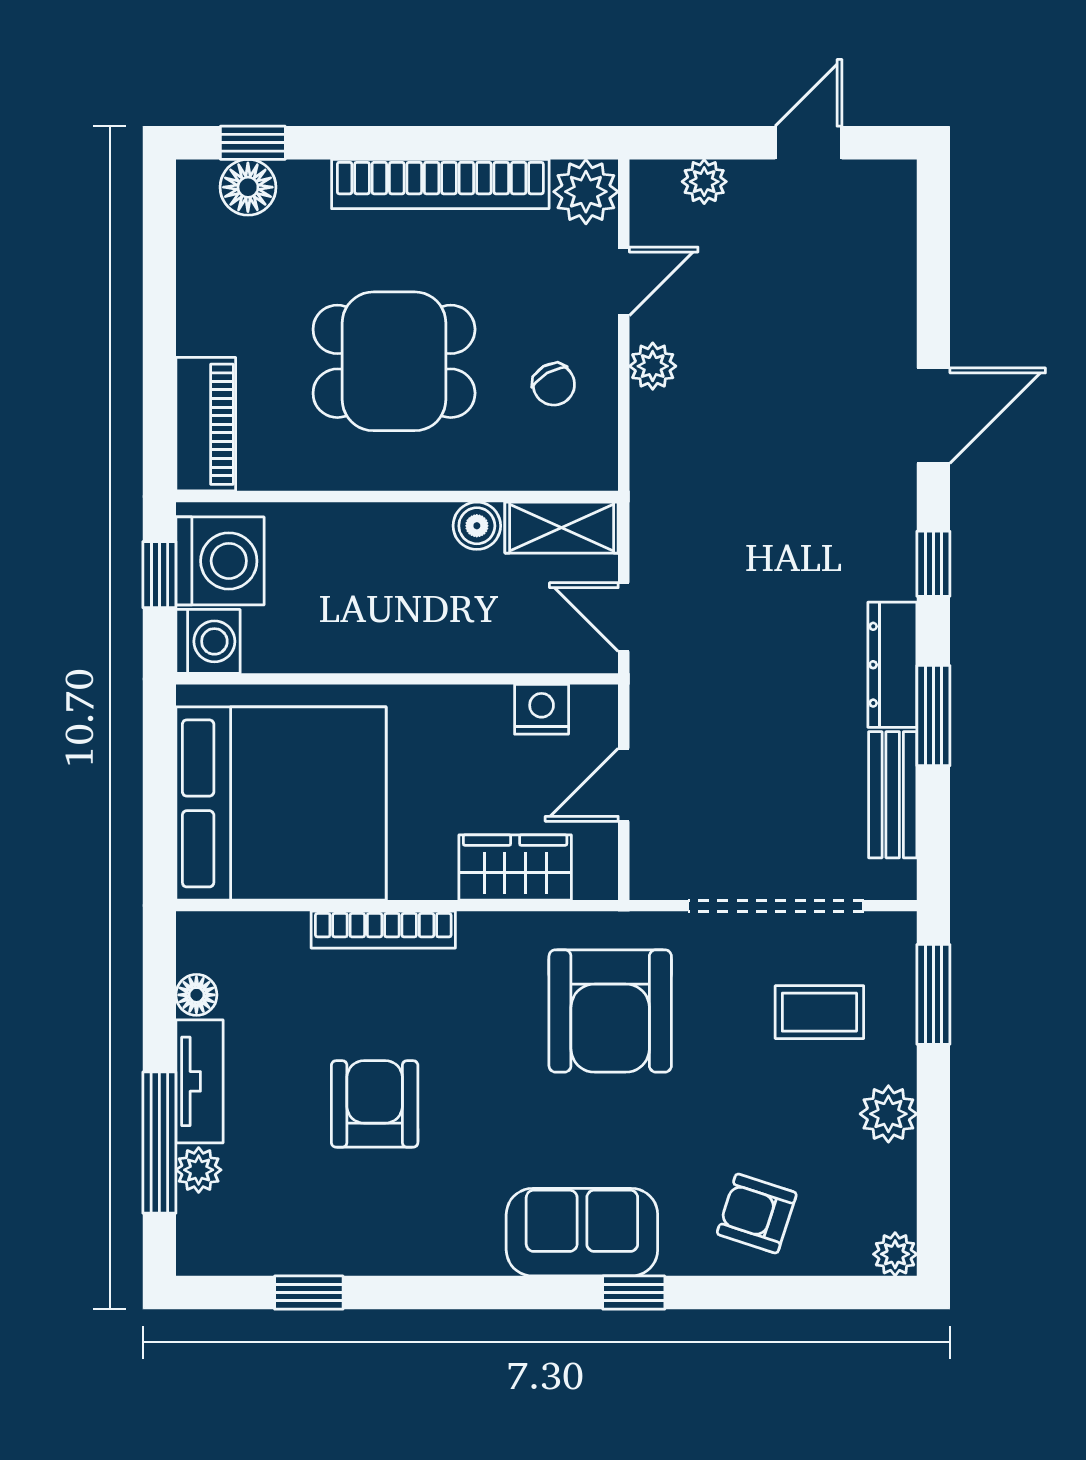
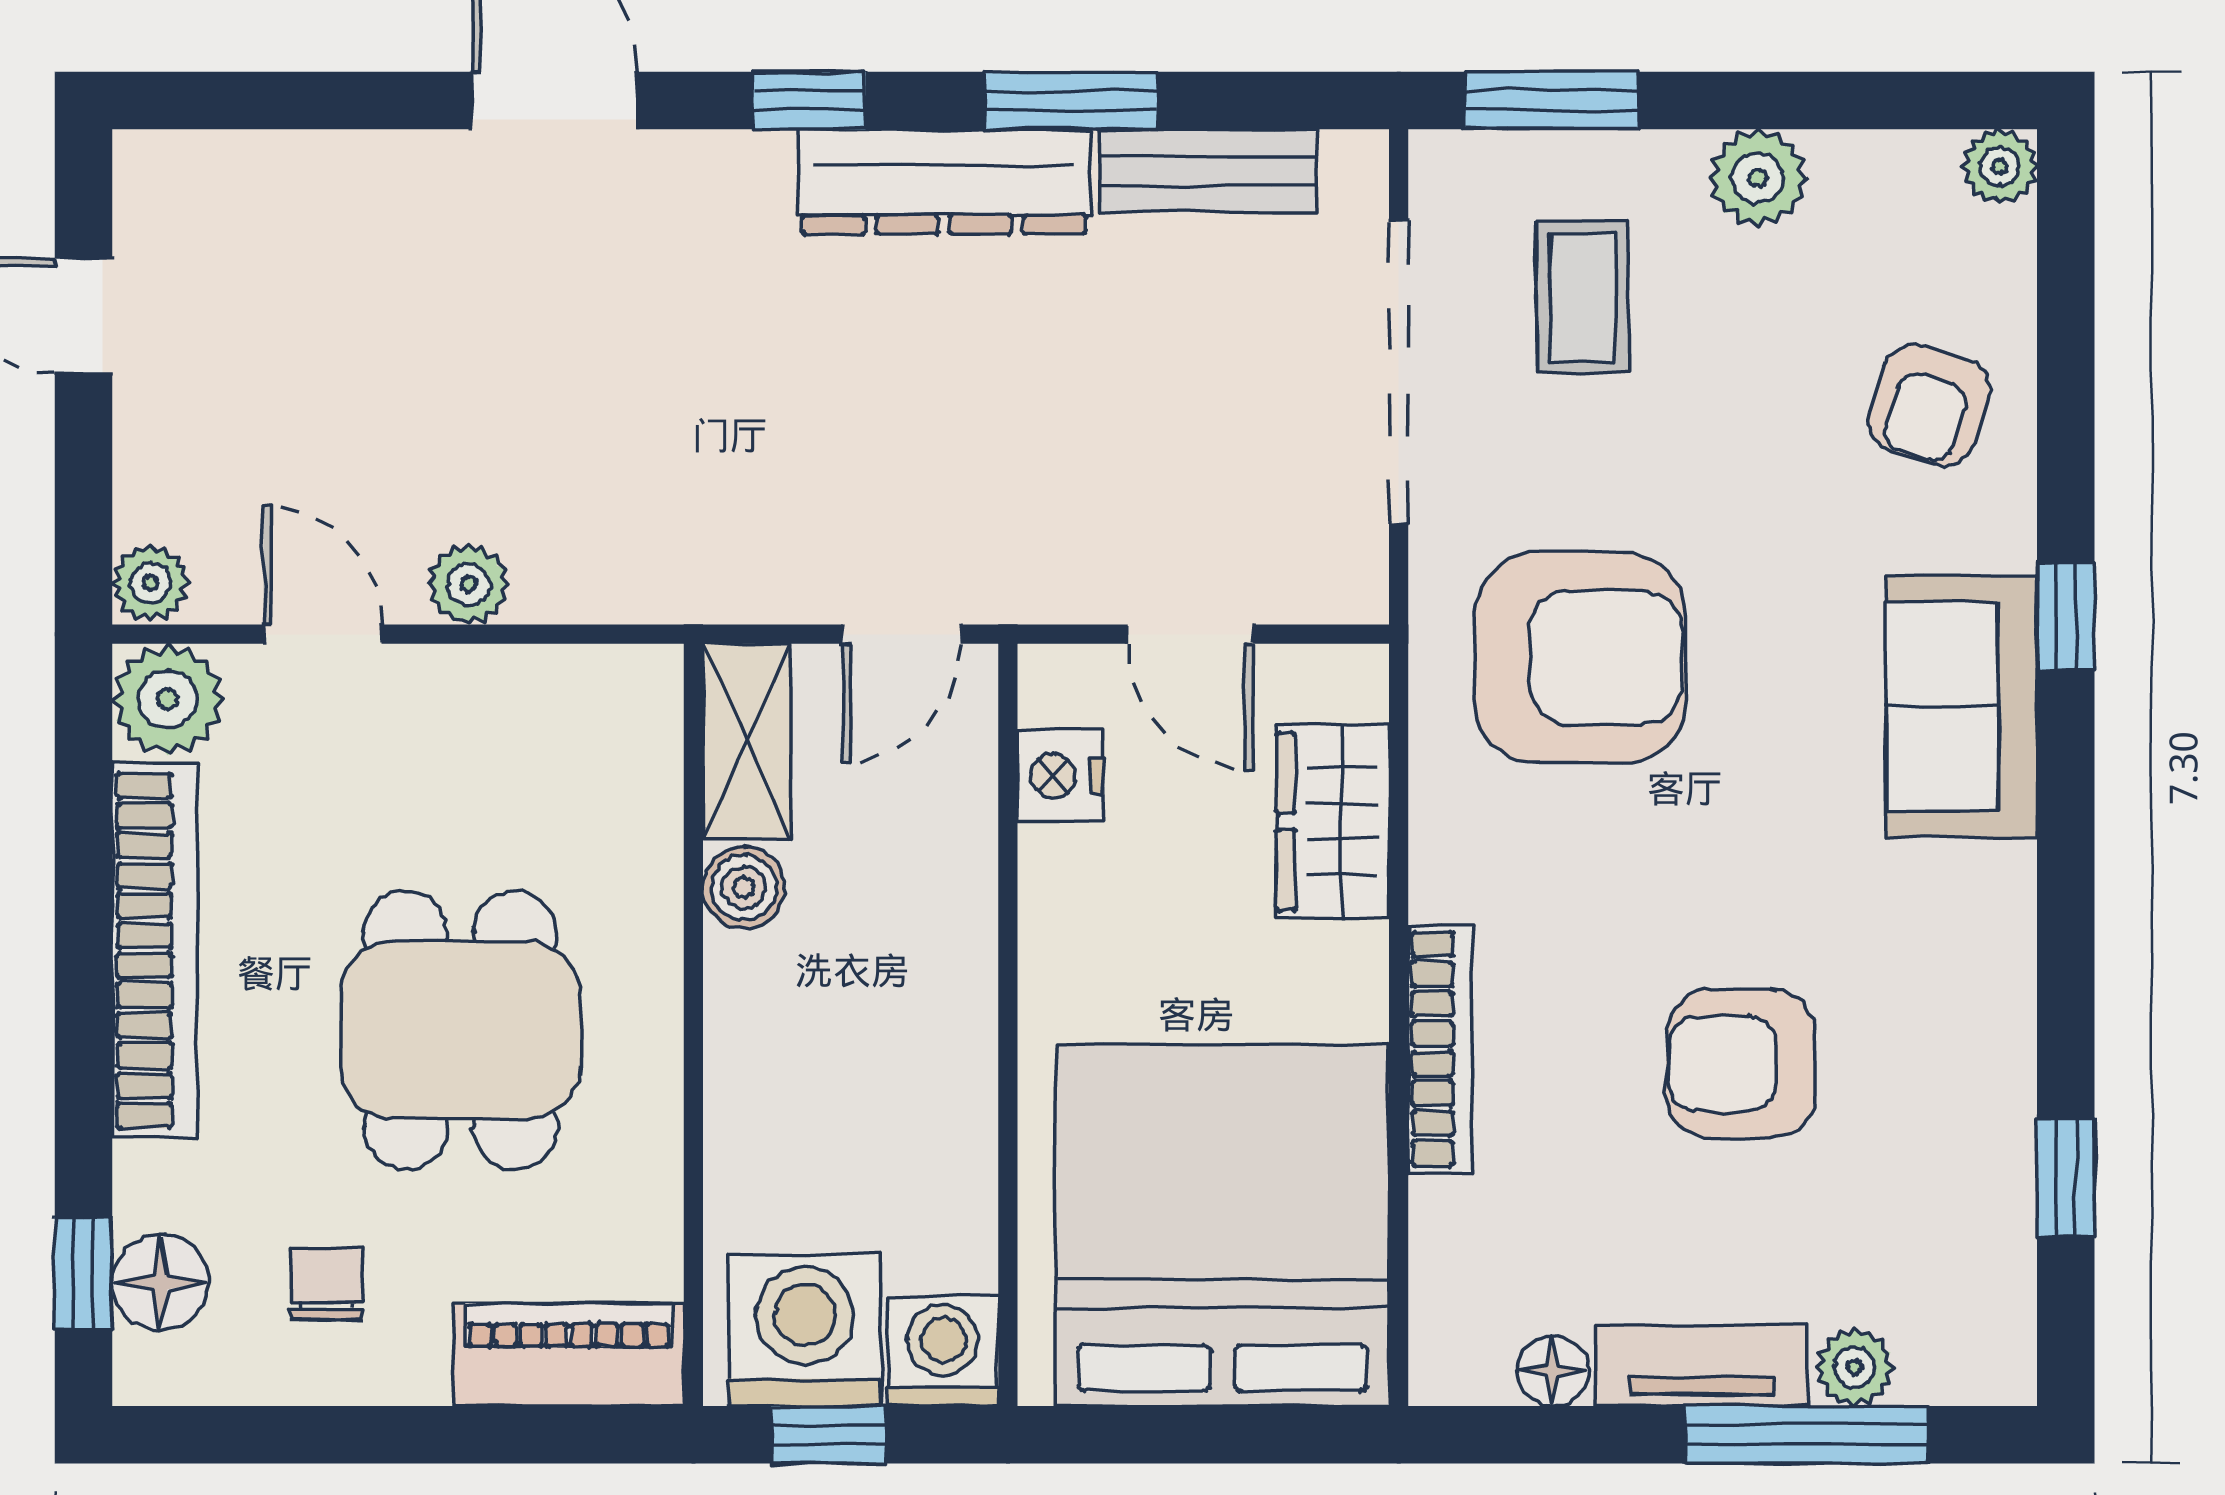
plant: (704, 182) -> (150, 583), moved
chair: (554, 384) -> (327, 1284), moved, turned -60
dresser: (892, 665) -> (944, 182), width x1.37, depth x1.24

